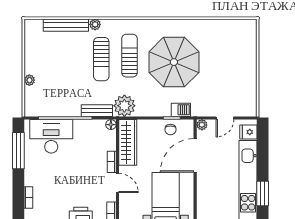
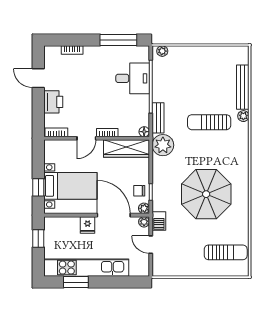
sun lounger: (129, 56) -> (226, 252), moved
plant: (29, 80) -> (162, 51), moved
barbecue: (181, 110) -> (159, 221), moved
plant: (188, 125) -> (144, 208), added
fridge: (248, 132) -> (88, 225), moved, turned 180
desk: (51, 136) -> (133, 78), width x0.73

